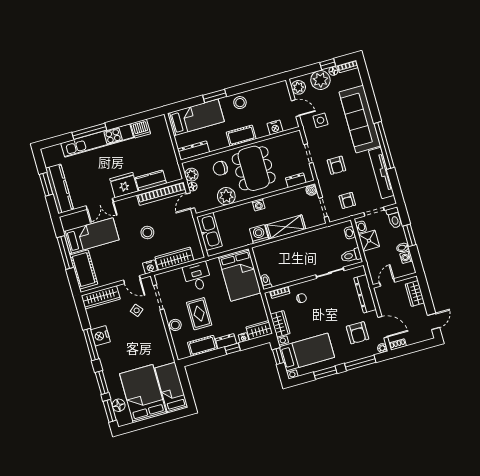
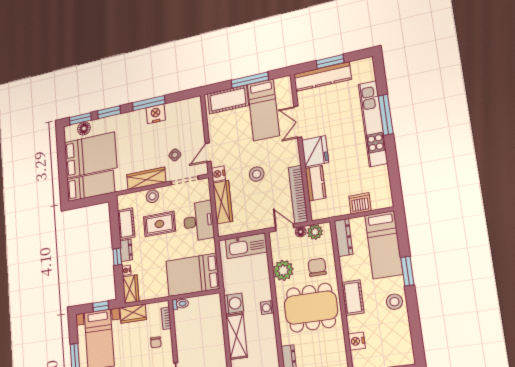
dishwasher: (141, 129) -> (360, 203), moved, turned 90
desk: (197, 276) -> (199, 221), width x1.37
wardrobe: (101, 297) -> (146, 178), moved, turned 90

